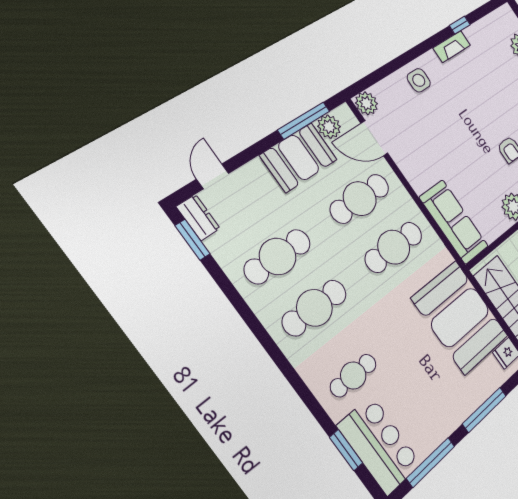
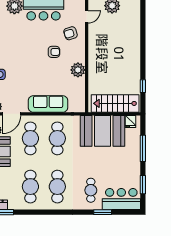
sofa: (454, 222) -> (48, 104), moved
window: (346, 450) -> (103, 212), moved
window: (431, 462) -> (143, 185), width x0.69

